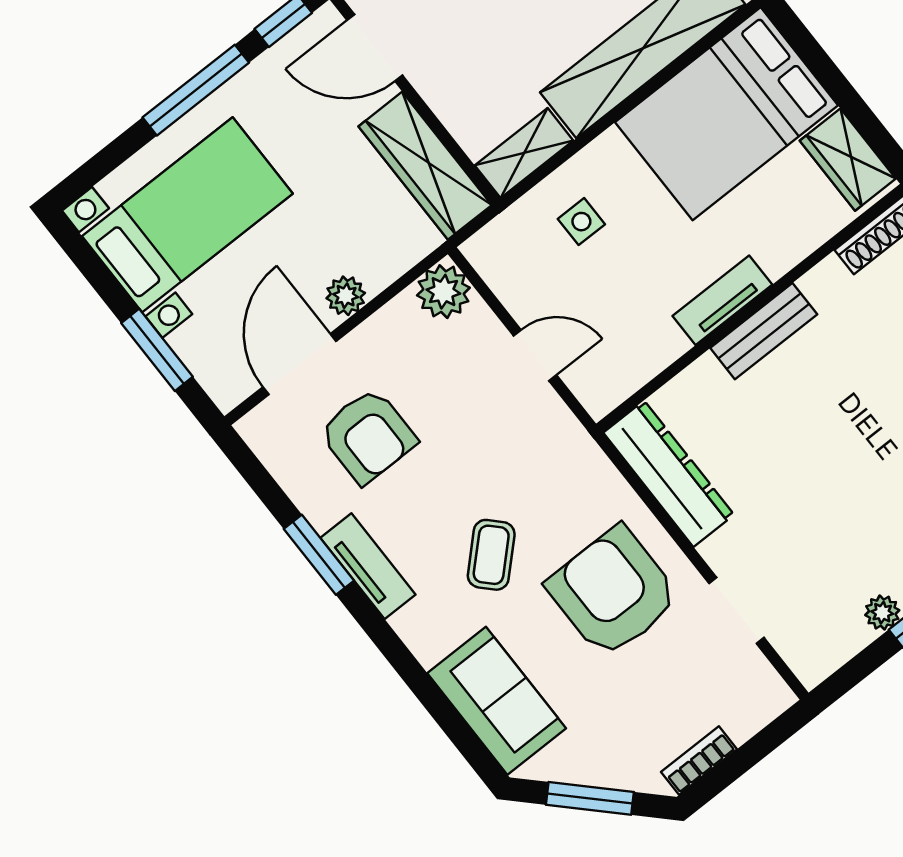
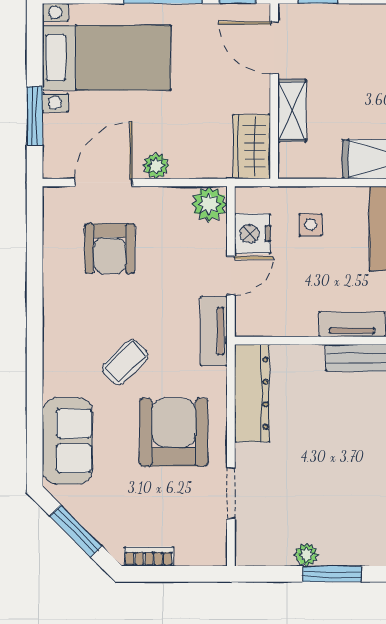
shelving: (524, 153) -> (292, 110), moved, turned 90
wardrobe: (425, 166) -> (252, 147), width x0.67
nightstand: (522, 286) -> (252, 234), added
door: (535, 355) -> (231, 276), hinge flipped
window: (319, 555) -> (35, 291), removed
tv unit: (368, 566) -> (214, 331), moved, turned 180

